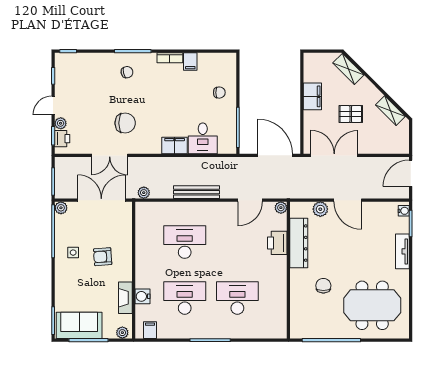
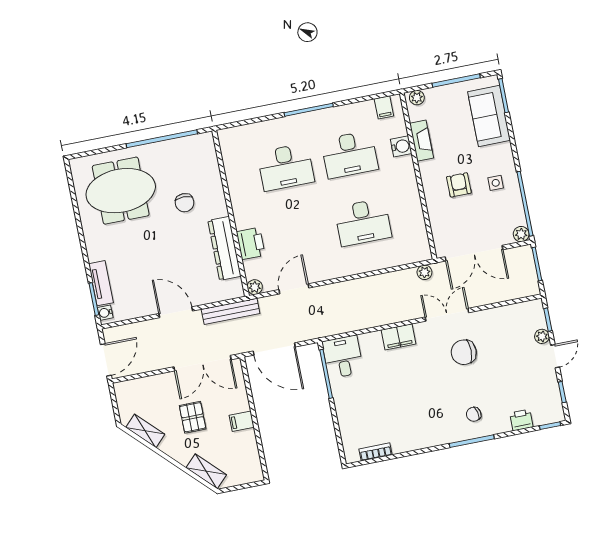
bookcase: (170, 58) -> (376, 452), moved
filing cabinet: (190, 61) -> (400, 442), removed
chair: (219, 93) -> (357, 412), removed
filing cabinet: (312, 96) -> (242, 421), width x0.50
pallet: (351, 114) -> (193, 417), turned 90
desk: (203, 138) -> (343, 357), moved
printer: (62, 139) -> (521, 420), moved, turned 90
double door: (110, 155) -> (447, 315), moved
bench: (197, 192) -> (231, 311), moved
plant: (320, 209) -> (207, 295), removed
tv unit: (402, 251) -> (101, 283), moved
armchair: (103, 257) -> (459, 185), turned -86
sofa: (79, 325) -> (489, 116), moved, turned 90

